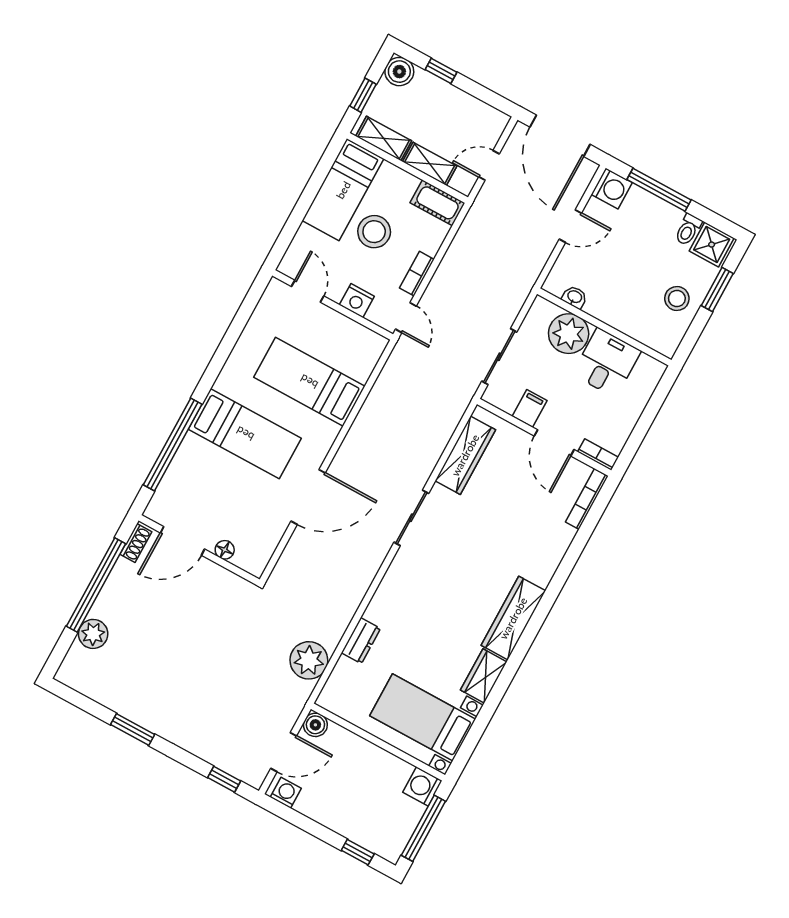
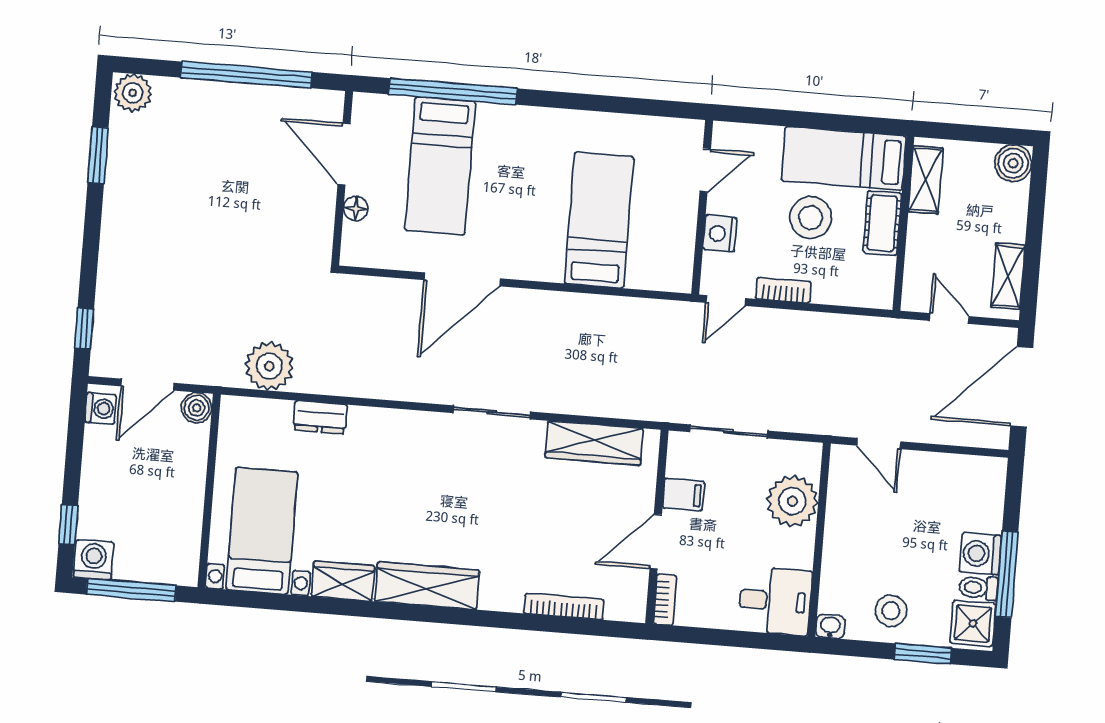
window: (441, 71) -> (1036, 212), removed
window: (363, 95) -> (966, 133), removed
shelving: (430, 164) -> (1008, 276), moved
washing machine: (612, 189) -> (980, 554), moved, turned 90
window: (659, 190) -> (1007, 574), moved
cot: (438, 203) -> (882, 223), moved
door: (570, 226) -> (879, 443), moved
washbasin: (575, 297) -> (830, 626), moved, turned -90
desk: (607, 363) -> (775, 601), moved
bed: (245, 434) -> (440, 166), moved
door: (308, 497) -> (462, 279), hinge flipped
bookcase: (587, 499) -> (564, 606), moved
shoe rack: (136, 543) -> (317, 100), removed
plant: (93, 634) -> (133, 93), moved
window: (133, 729) -> (98, 155), moved
door: (284, 752) -> (148, 385), hinge flipped
washing machine: (422, 786) -> (94, 560), moved

